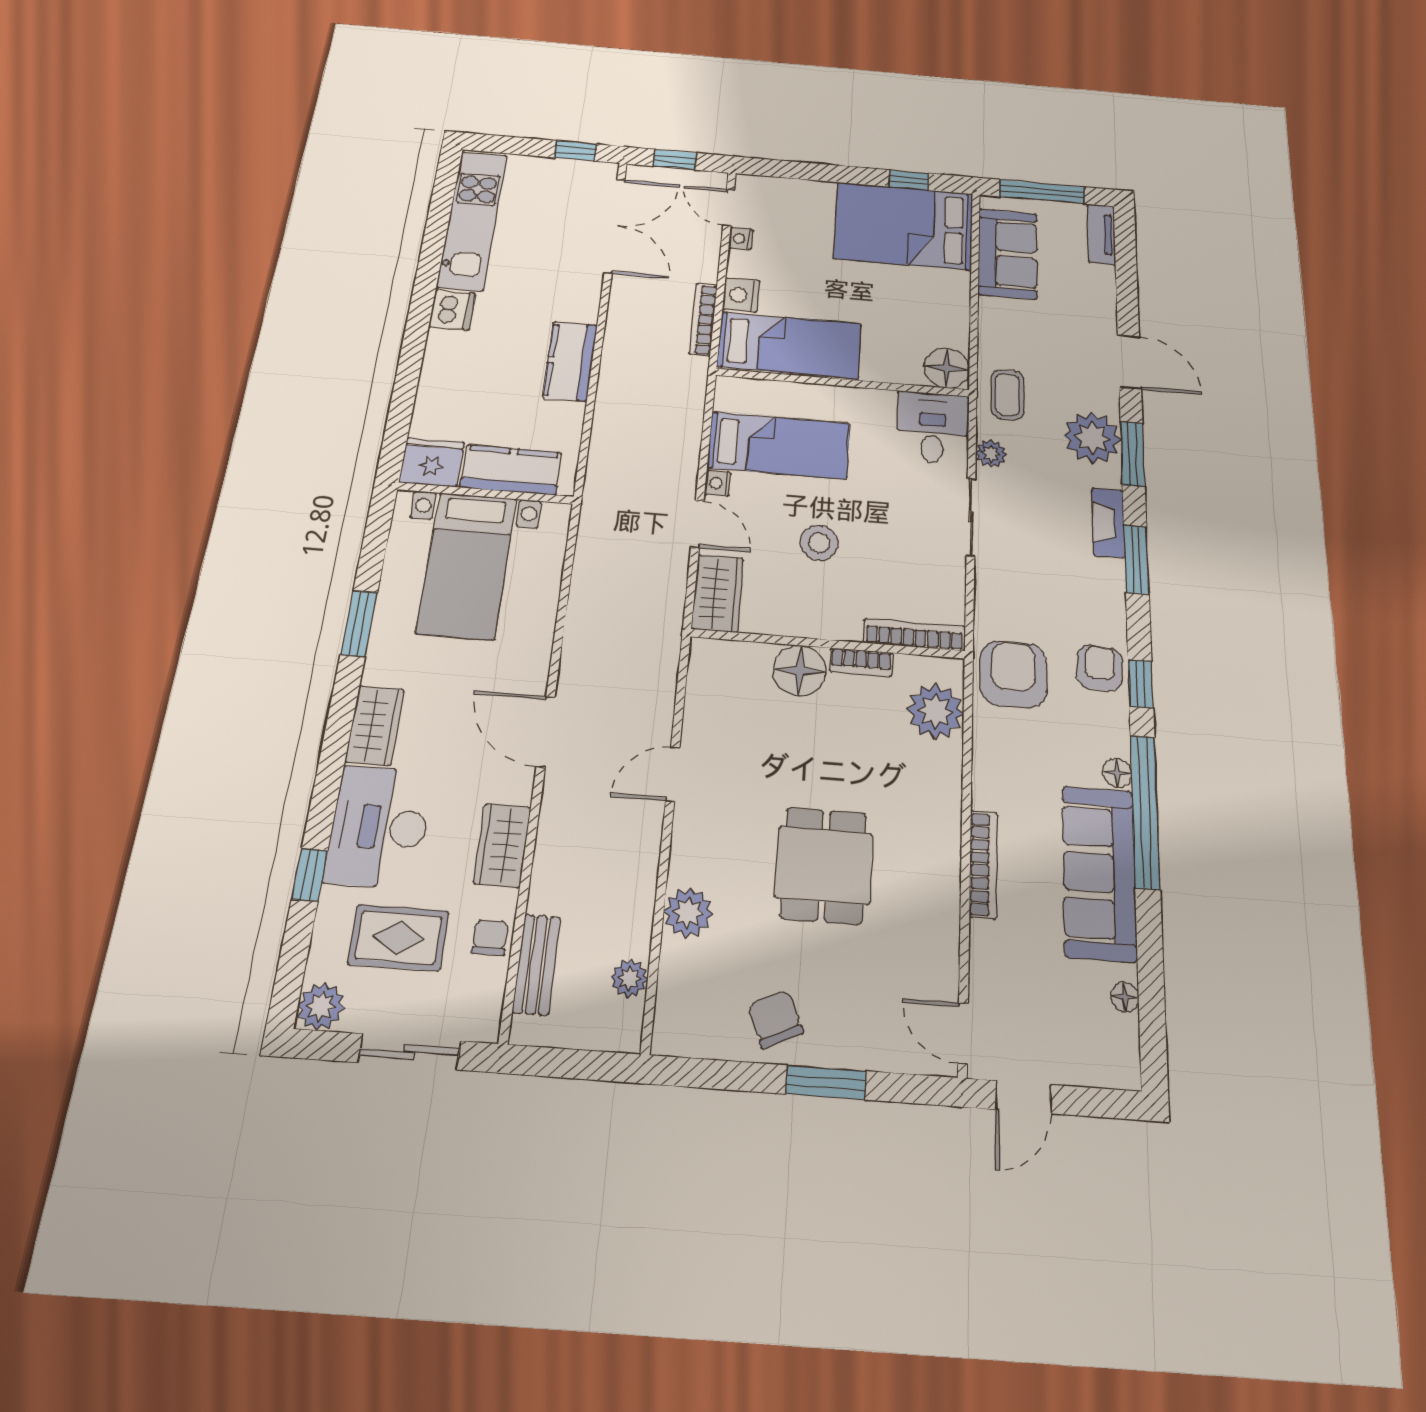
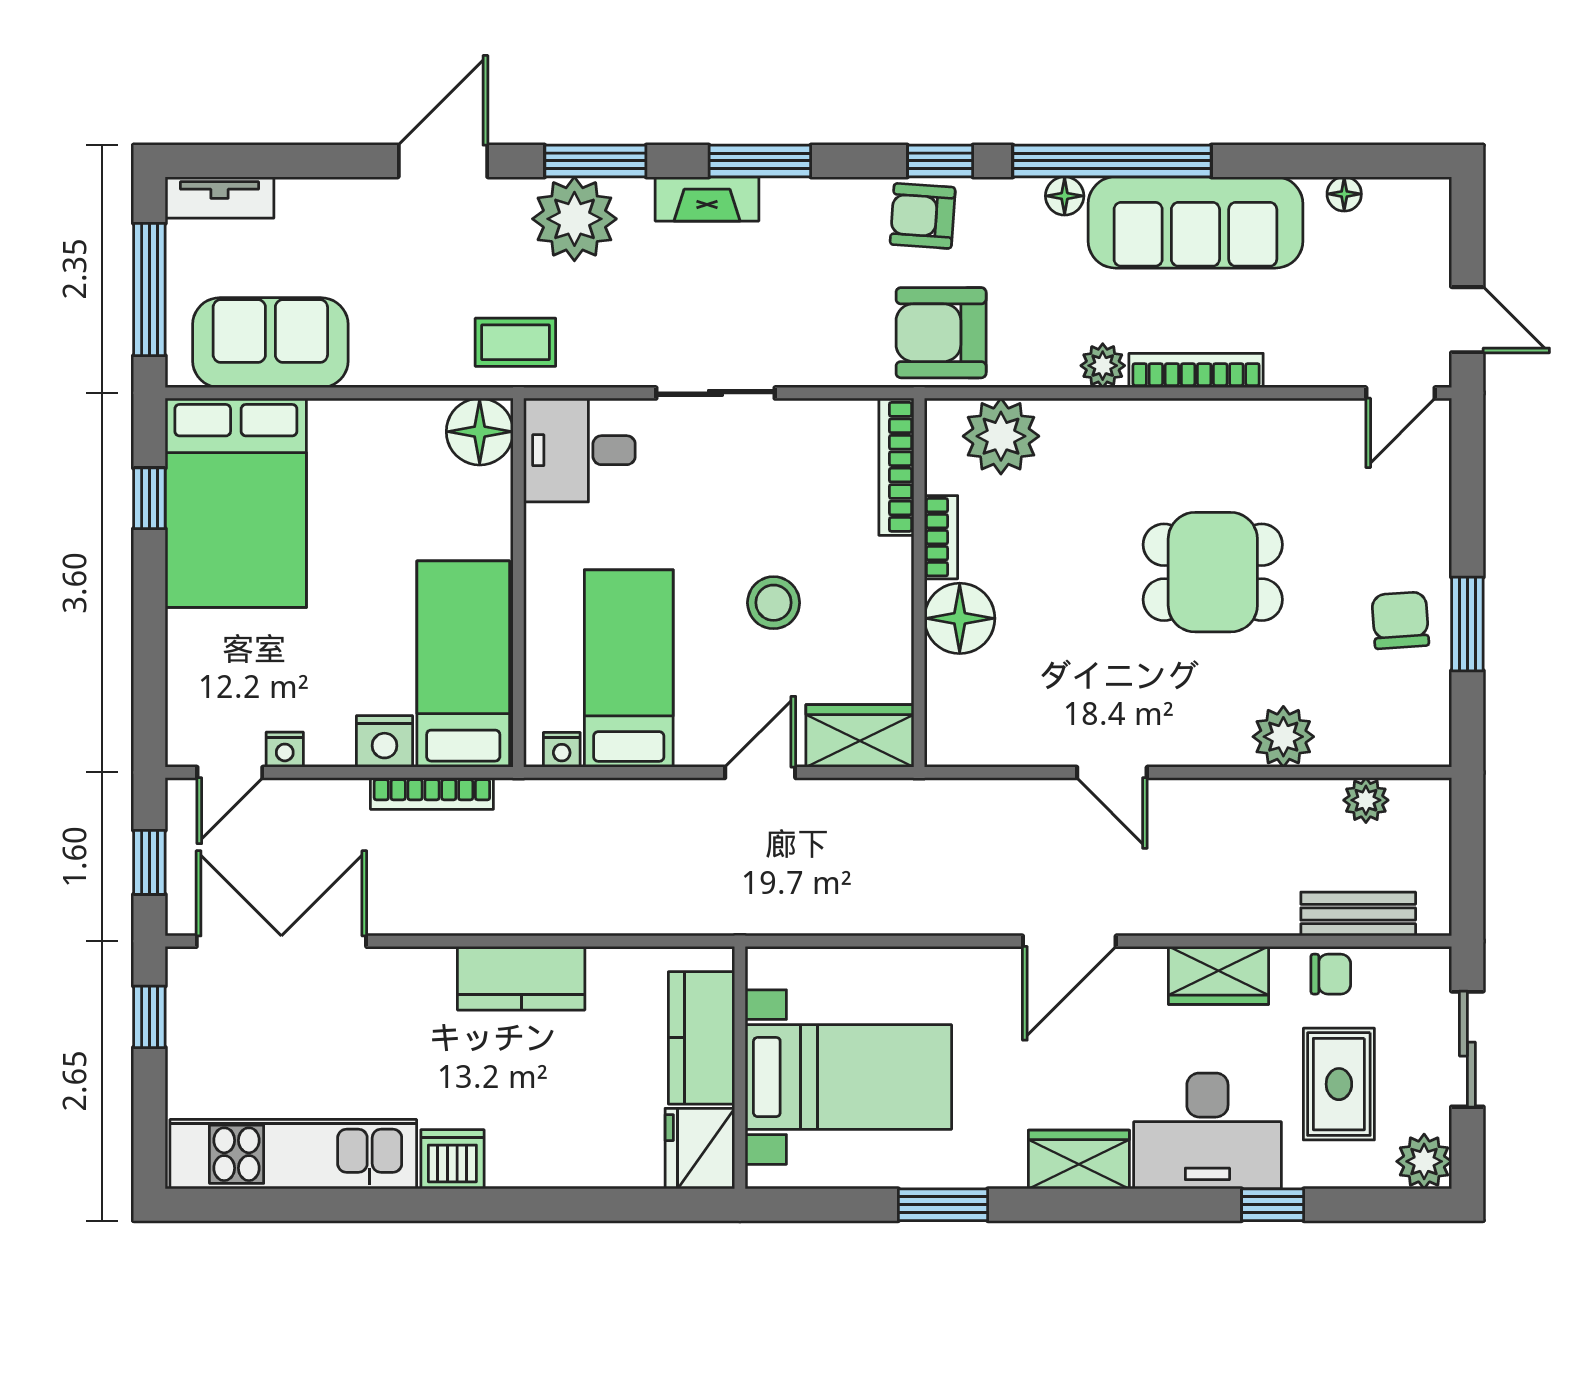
plant: (991, 454) -> (1103, 366), moved
nightstand: (718, 483) -> (562, 750), moved
chair: (490, 938) -> (1331, 974), turned 180
chair: (776, 1019) -> (1400, 620), turned 110
window: (826, 1082) -> (1467, 624), moved

